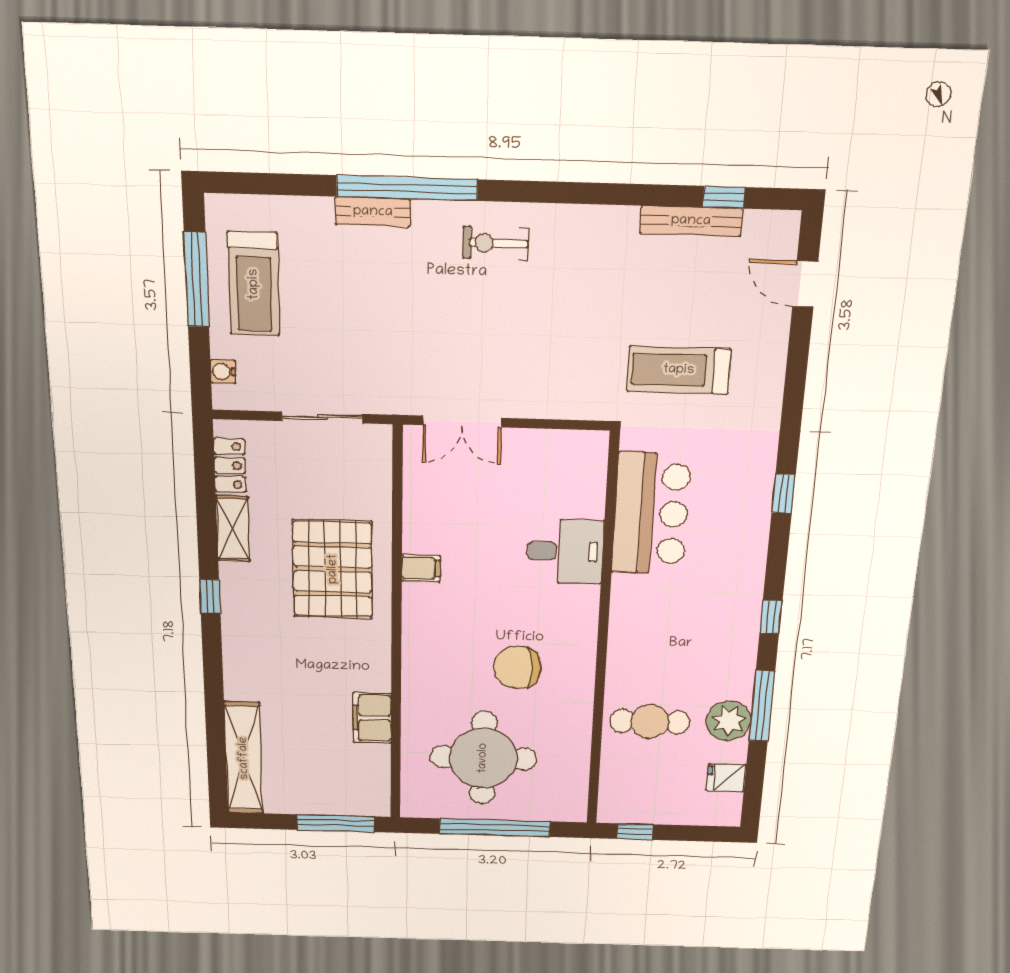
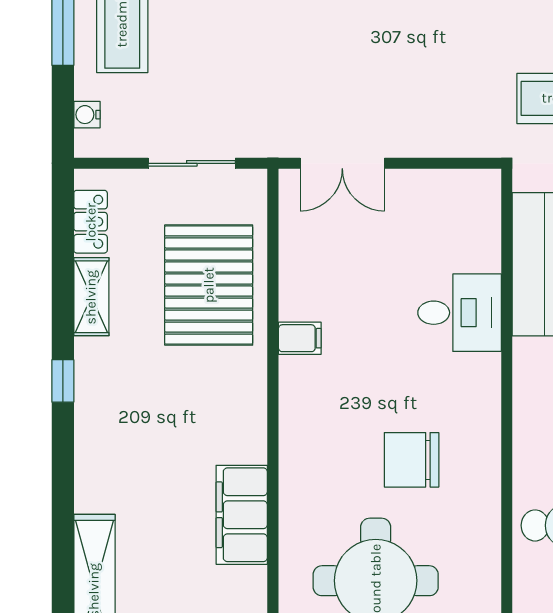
pallet: (333, 569) -> (209, 285), moved
filing cabinet: (372, 718) -> (242, 515), width x1.50, depth x1.17

